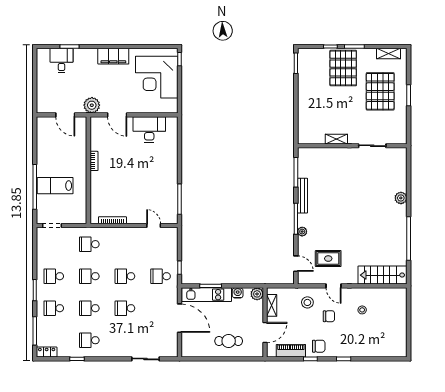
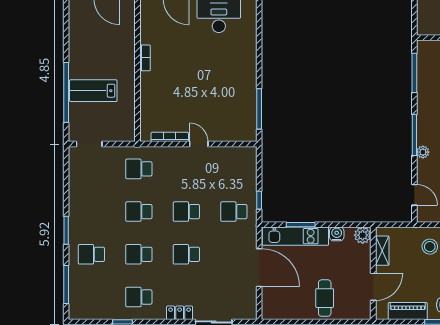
bench: (302, 196) -> (423, 104), removed
door: (154, 226) -> (199, 144), moved
school desk: (54, 276) -> (91, 212), removed
cafe table: (229, 341) -> (325, 298), turned 90
locker: (47, 352) -> (180, 313), moved

